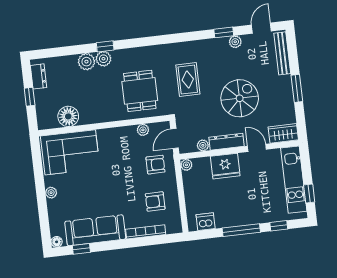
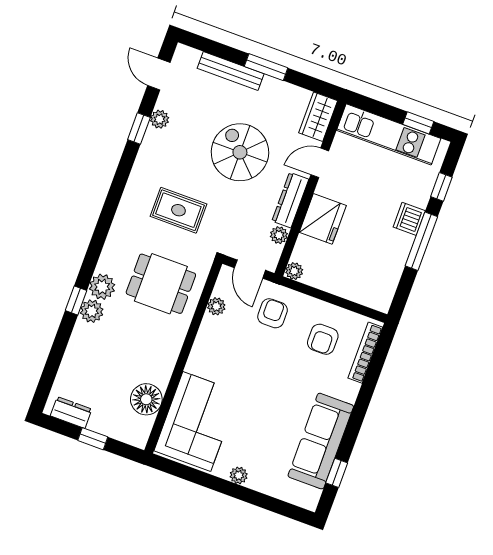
bench: (282, 53) -> (231, 71), moved
plant: (86, 62) -> (102, 287), moved
dishwasher: (206, 222) -> (409, 219), moved
bookcase: (146, 232) -> (365, 353), moved
floor lamp: (57, 242) -> (310, 502), removed

